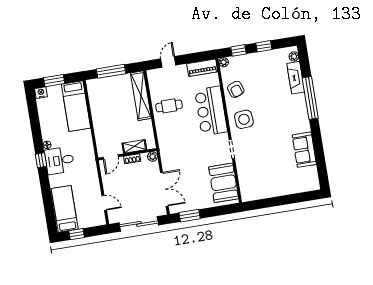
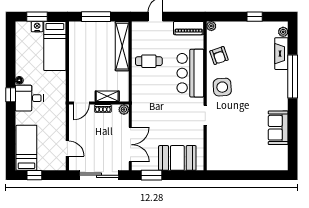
window: (238, 50) -> (228, 17), removed
nightstand: (41, 93) -> (37, 27), moved
booth: (224, 183) -> (177, 158), moved, turned 90

